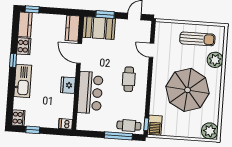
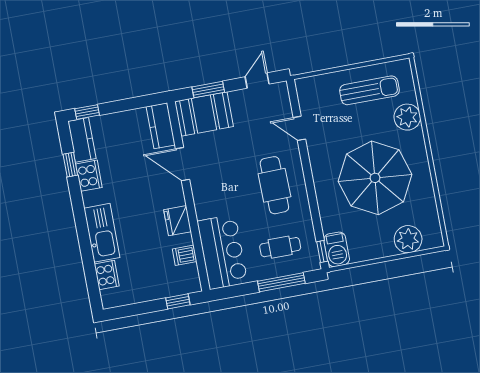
window: (13, 60) -> (70, 165), moved
cafe table: (129, 79) -> (274, 185), width x1.37, depth x1.35
bar counter: (90, 93) -> (222, 252), moved
cooker: (18, 118) -> (107, 275), moved
dishwasher: (66, 124) -> (185, 255), moved
cafe table: (129, 126) -> (280, 247), moved
window: (33, 130) -> (178, 301), moved
plant: (210, 131) -> (408, 239), moved

